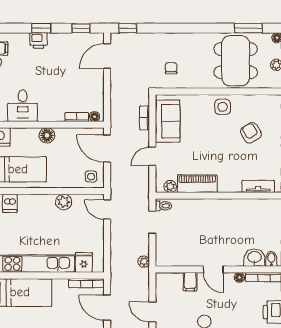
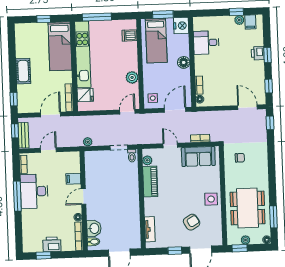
dining table: (236, 61) -> (248, 208), turned 90

